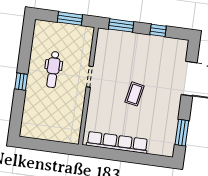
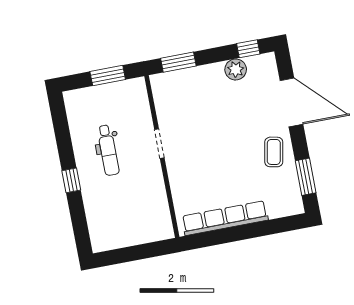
window: (158, 30) -> (248, 49), moved
plant: (159, 44) -> (236, 69), added
coffee table: (135, 94) -> (274, 152), moved

